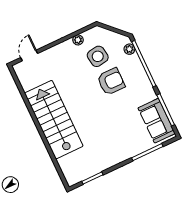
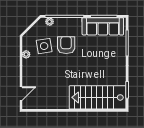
door: (29, 56) -> (21, 94), swing flipped
stairs: (54, 120) -> (98, 97), moved
sofa: (157, 121) -> (103, 26), width x1.36

